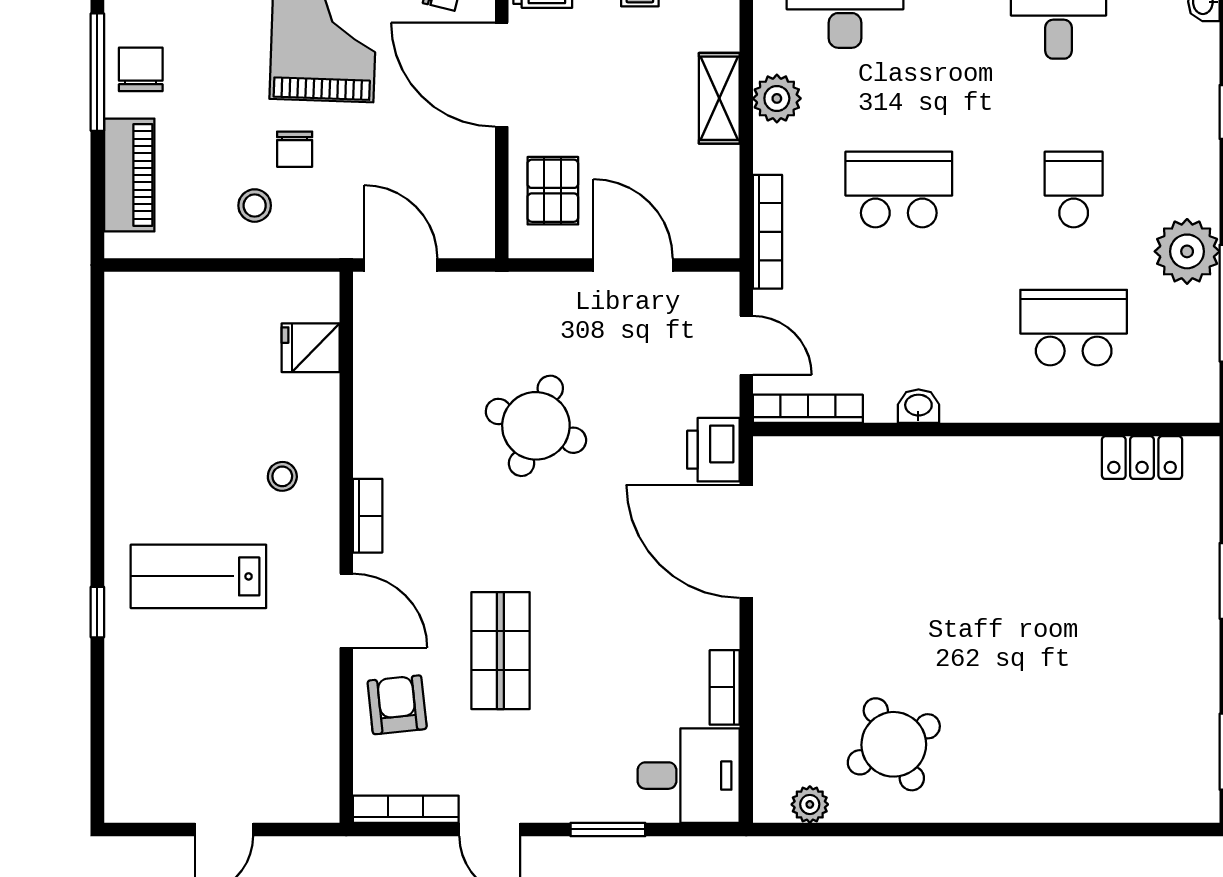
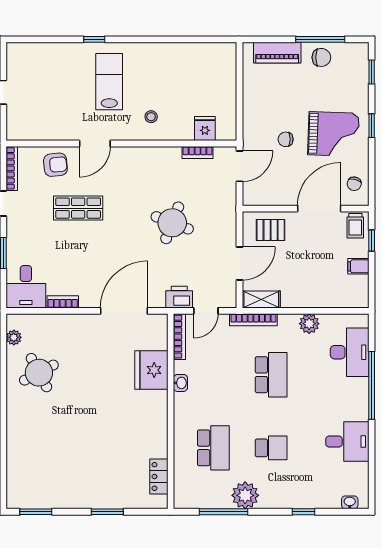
shelving: (719, 98) -> (261, 300), moved
chair: (295, 149) -> (286, 139), moved
stool: (255, 206) -> (264, 105), removed
printer: (713, 450) -> (179, 297), moved
fridge: (888, 475) -> (151, 370), added
bookcase: (368, 516) -> (198, 152), moved

